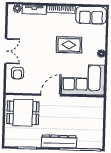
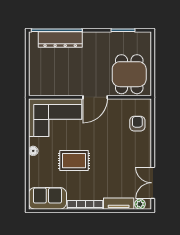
double door: (6, 51) -> (153, 183), moved
dining table: (23, 113) -> (129, 74), turned 90
dresser: (59, 141) -> (60, 39), moved

